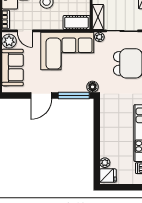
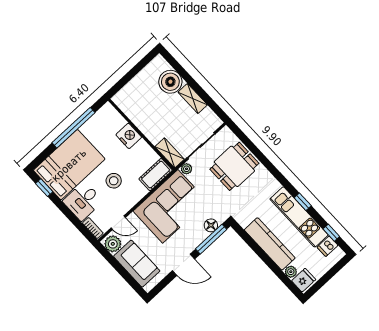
floor lamp: (93, 87) -> (211, 225), moved
door: (41, 96) -> (183, 265), hinge flipped
kitchen counter: (108, 133) -> (270, 244), added

